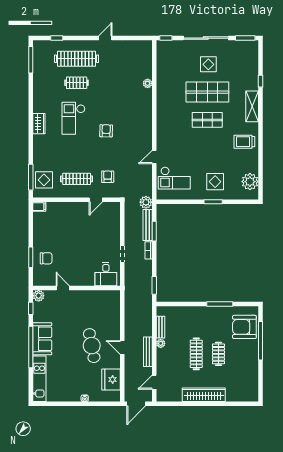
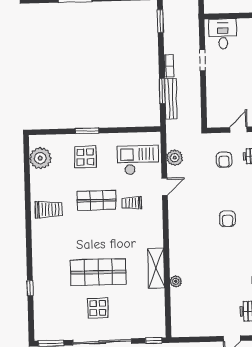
shelving: (252, 106) -> (156, 268), moved
shop shelf: (207, 120) -> (96, 200), moved
trolley: (180, 145) -> (132, 203), added
plant: (146, 202) -> (175, 158), moved

